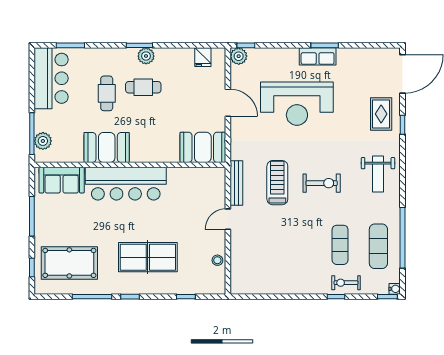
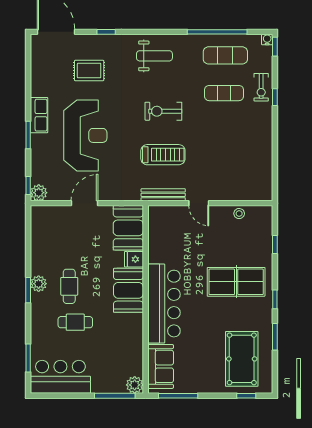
window: (325, 45) -> (28, 135), moved
fridge: (203, 57) -> (134, 259), moved, turned 180
rug: (381, 114) -> (89, 70), moved
plant: (43, 141) -> (135, 385), moved
booth: (107, 148) -> (128, 290), moved
treadmill: (277, 183) -> (163, 155), turned 180
exercise bike: (322, 183) -> (163, 111), turned -90
window: (32, 216) -> (178, 396), moved
table tennis table: (148, 257) -> (236, 282), turned 90
window: (92, 297) -> (275, 337), width x0.69

